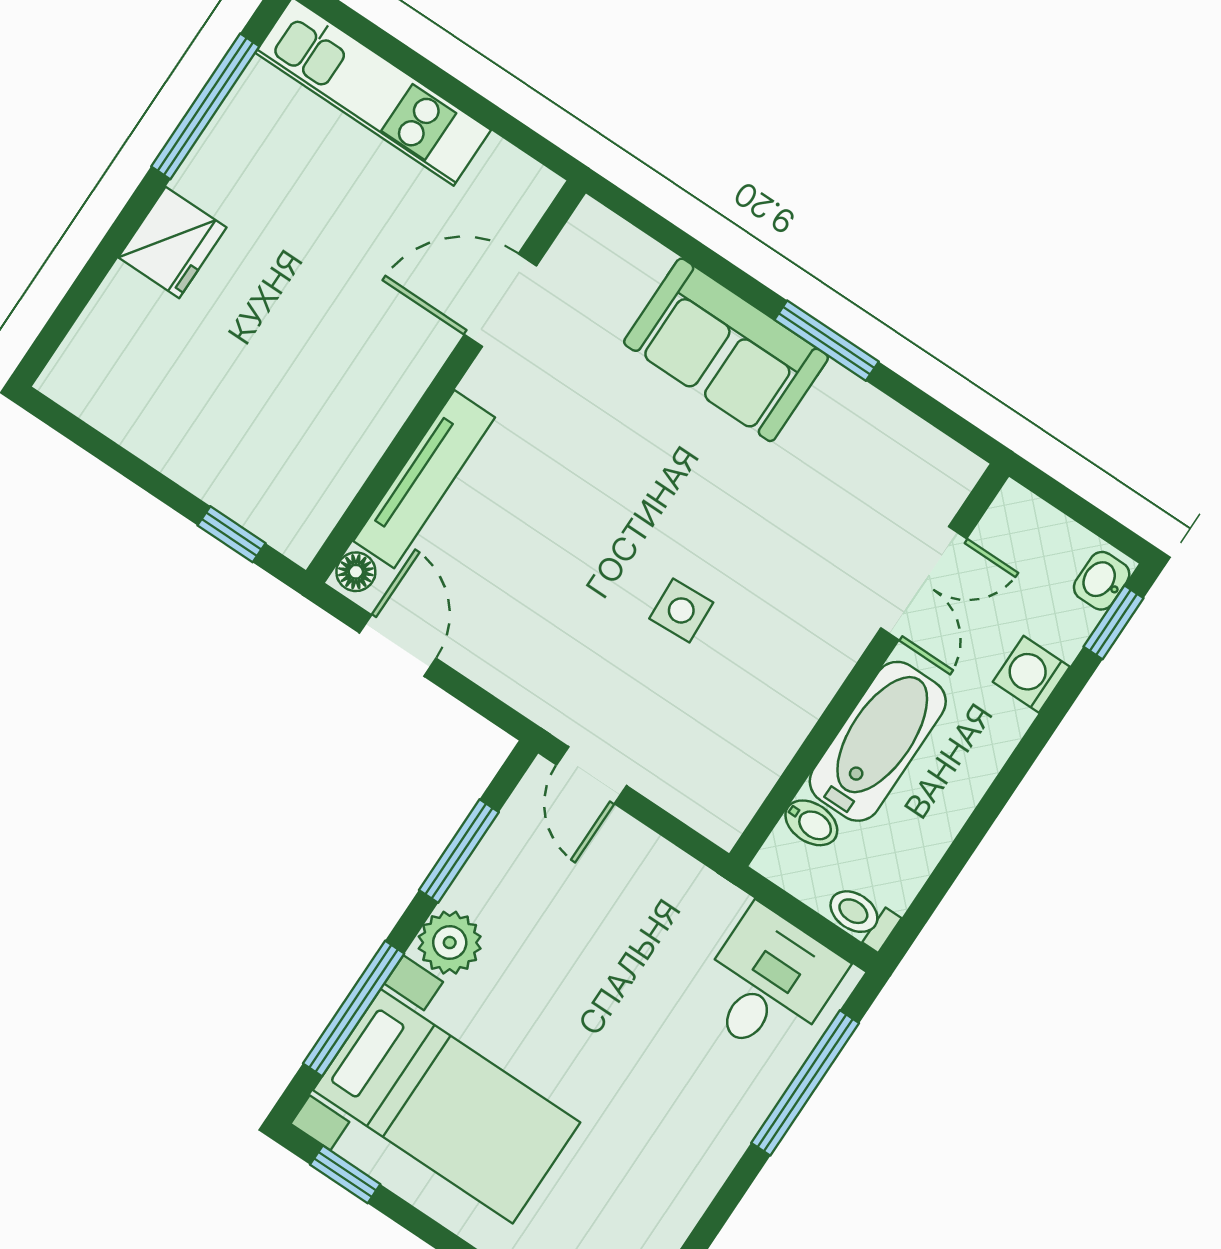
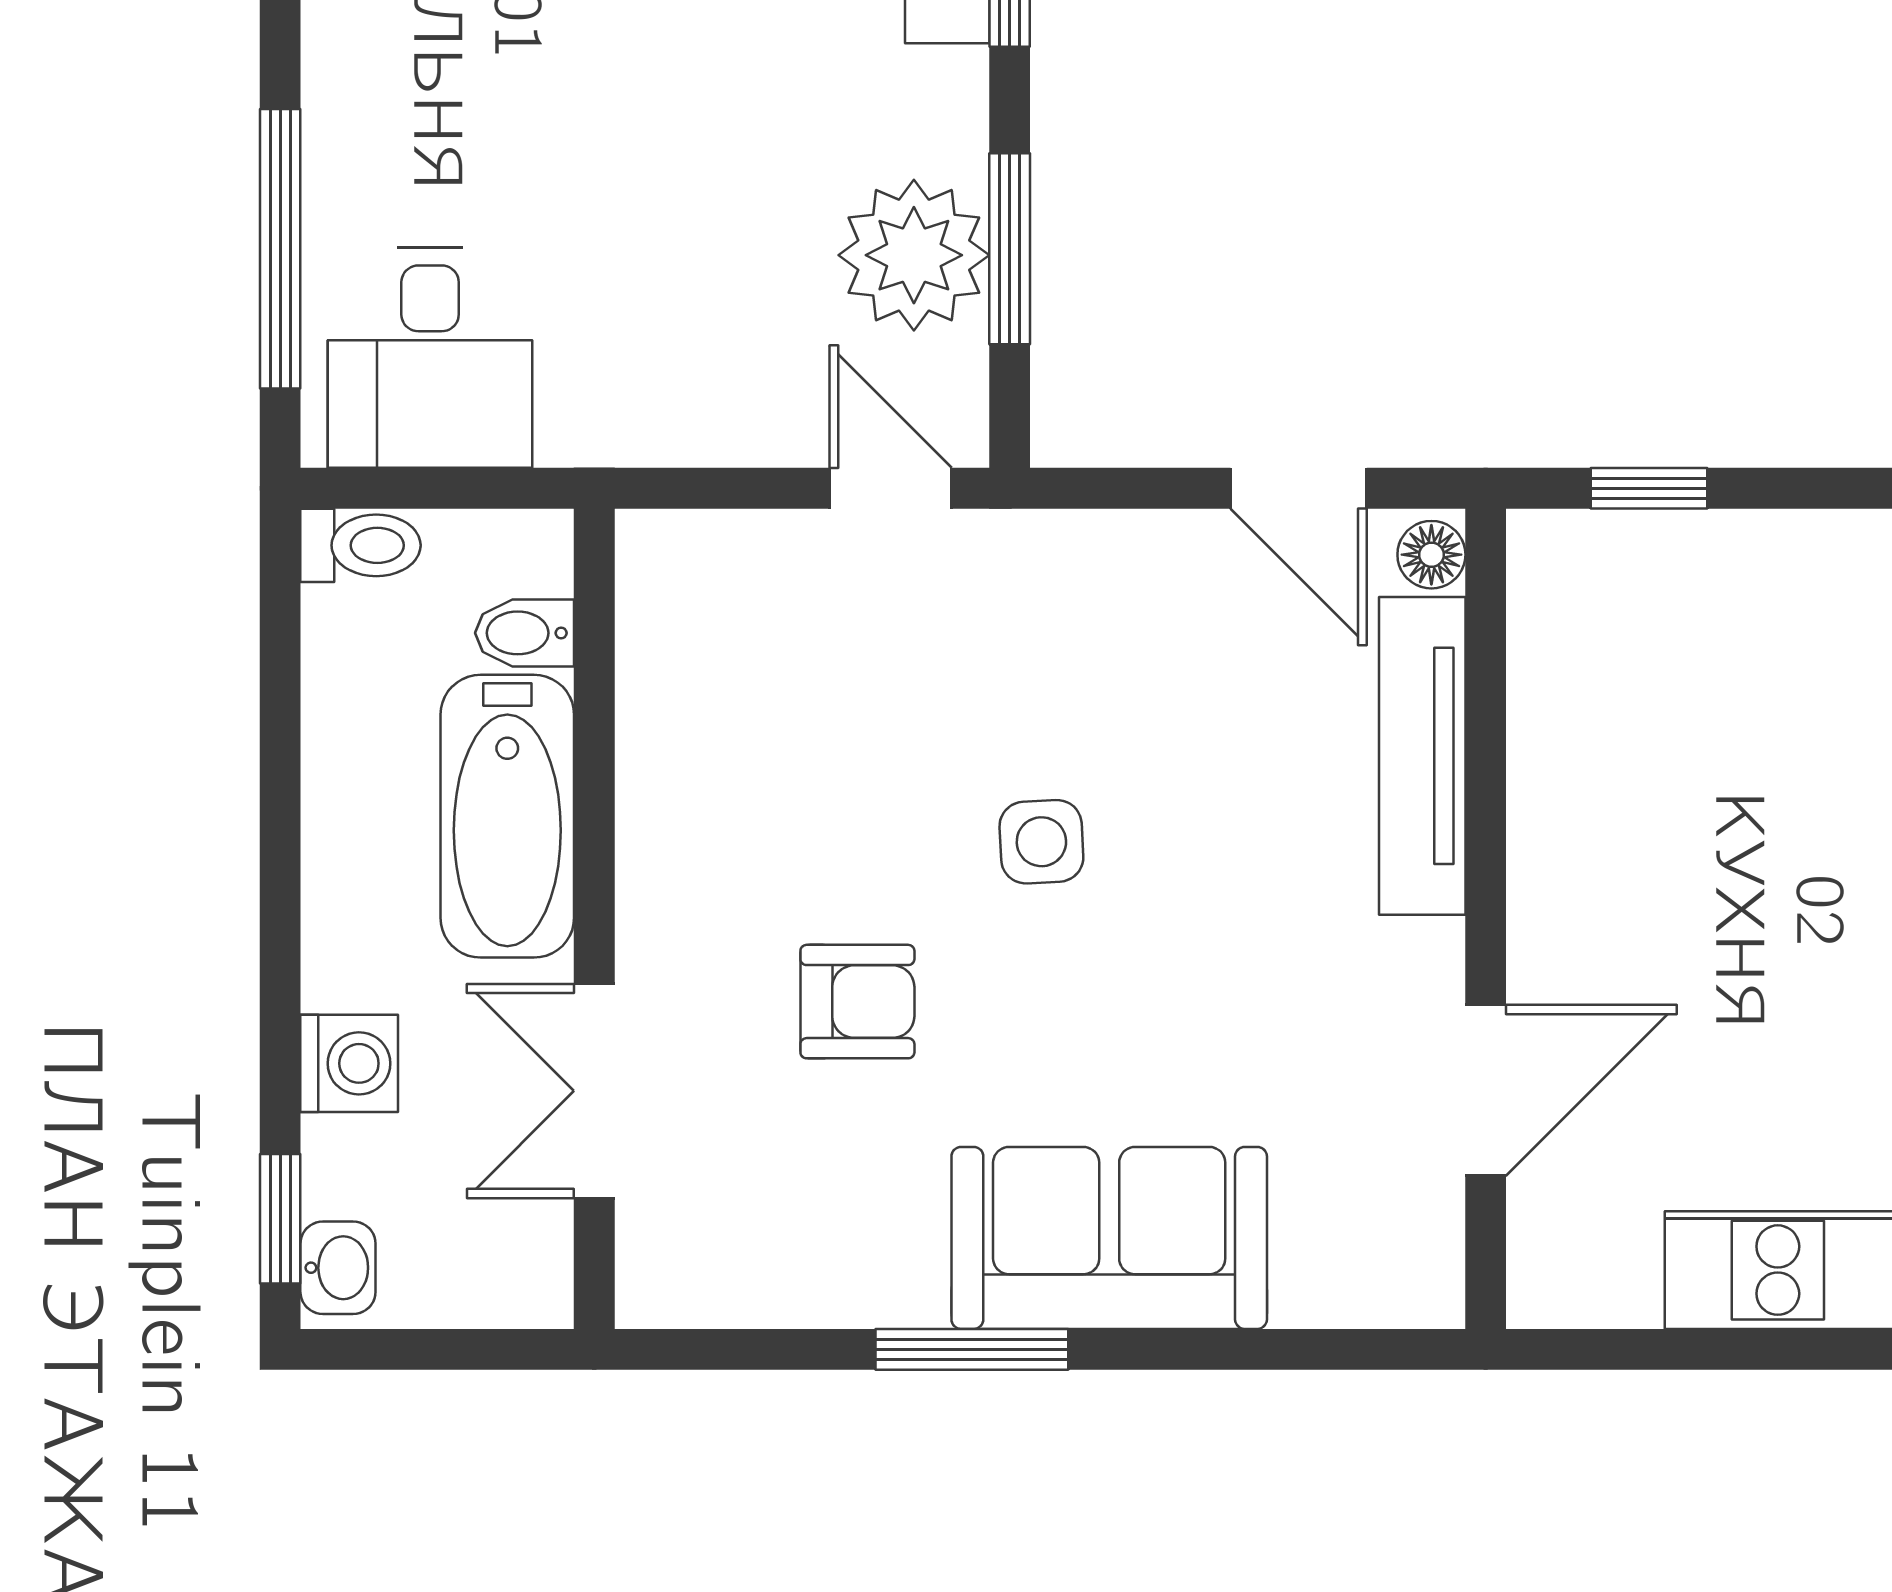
armchair: (770, 542) -> (857, 1002), added
side table: (681, 610) -> (1041, 842), moved
plant: (450, 943) -> (914, 255), moved, width x1.36, depth x1.36

